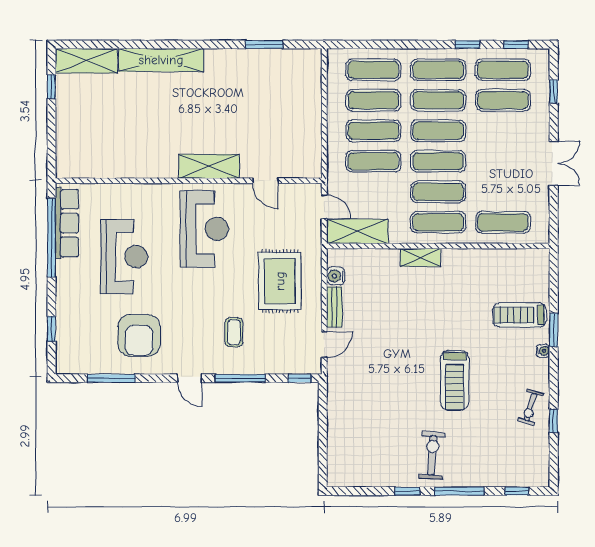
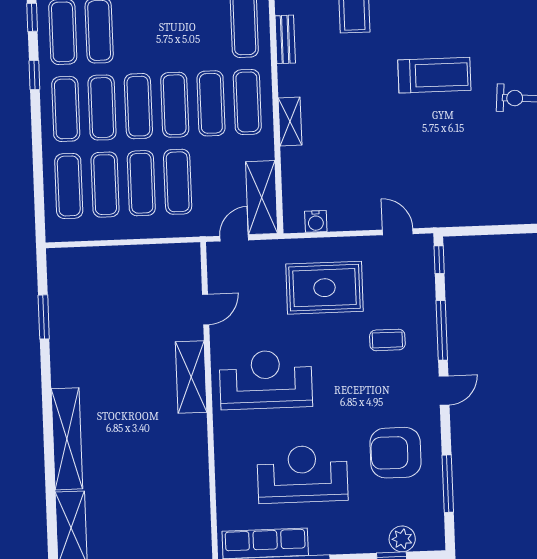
bench: (334, 307) -> (285, 39), moved, turned 90
armchair: (139, 335) -> (395, 453), turned 180
plant: (66, 338) -> (402, 539), added

